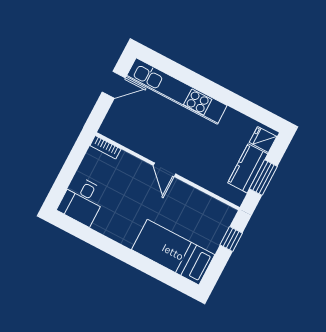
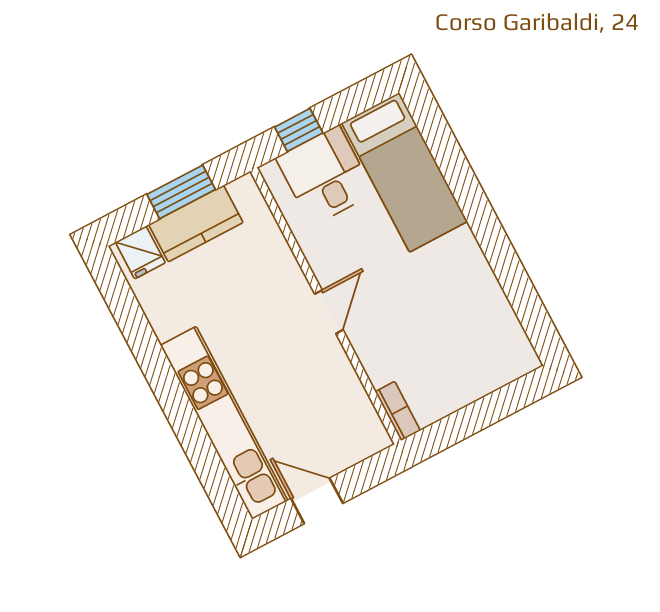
desk: (82, 201) -> (325, 176), moved, turned -90

